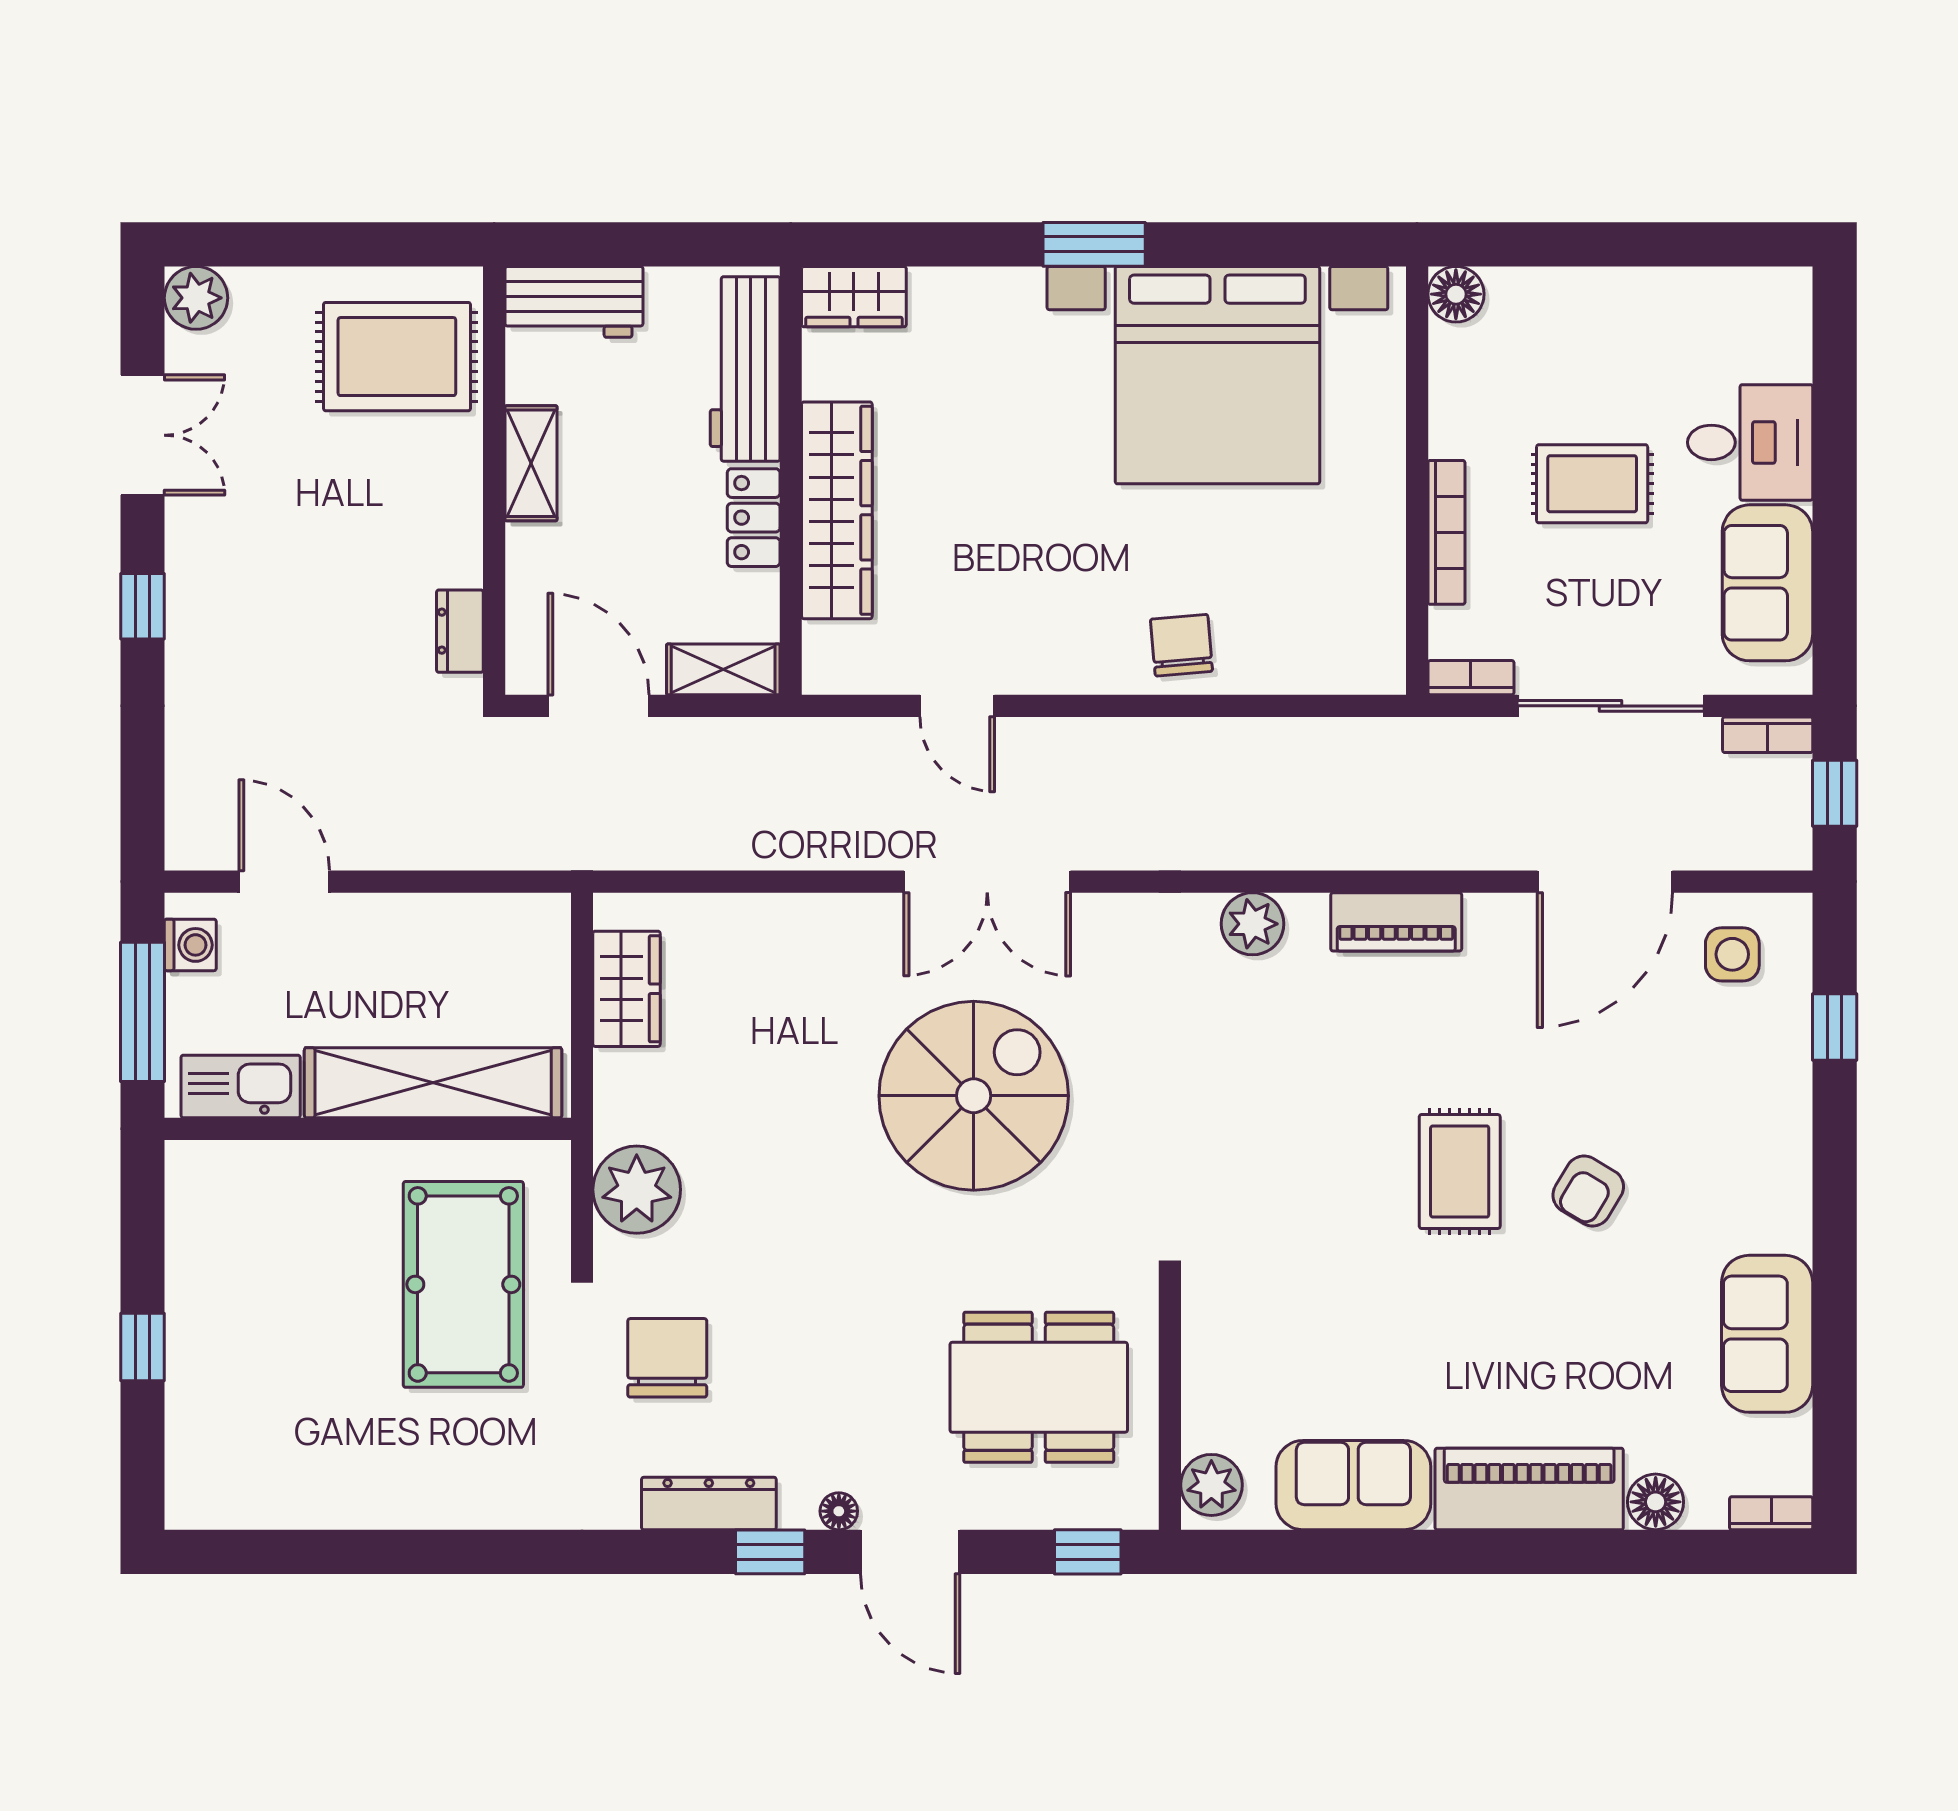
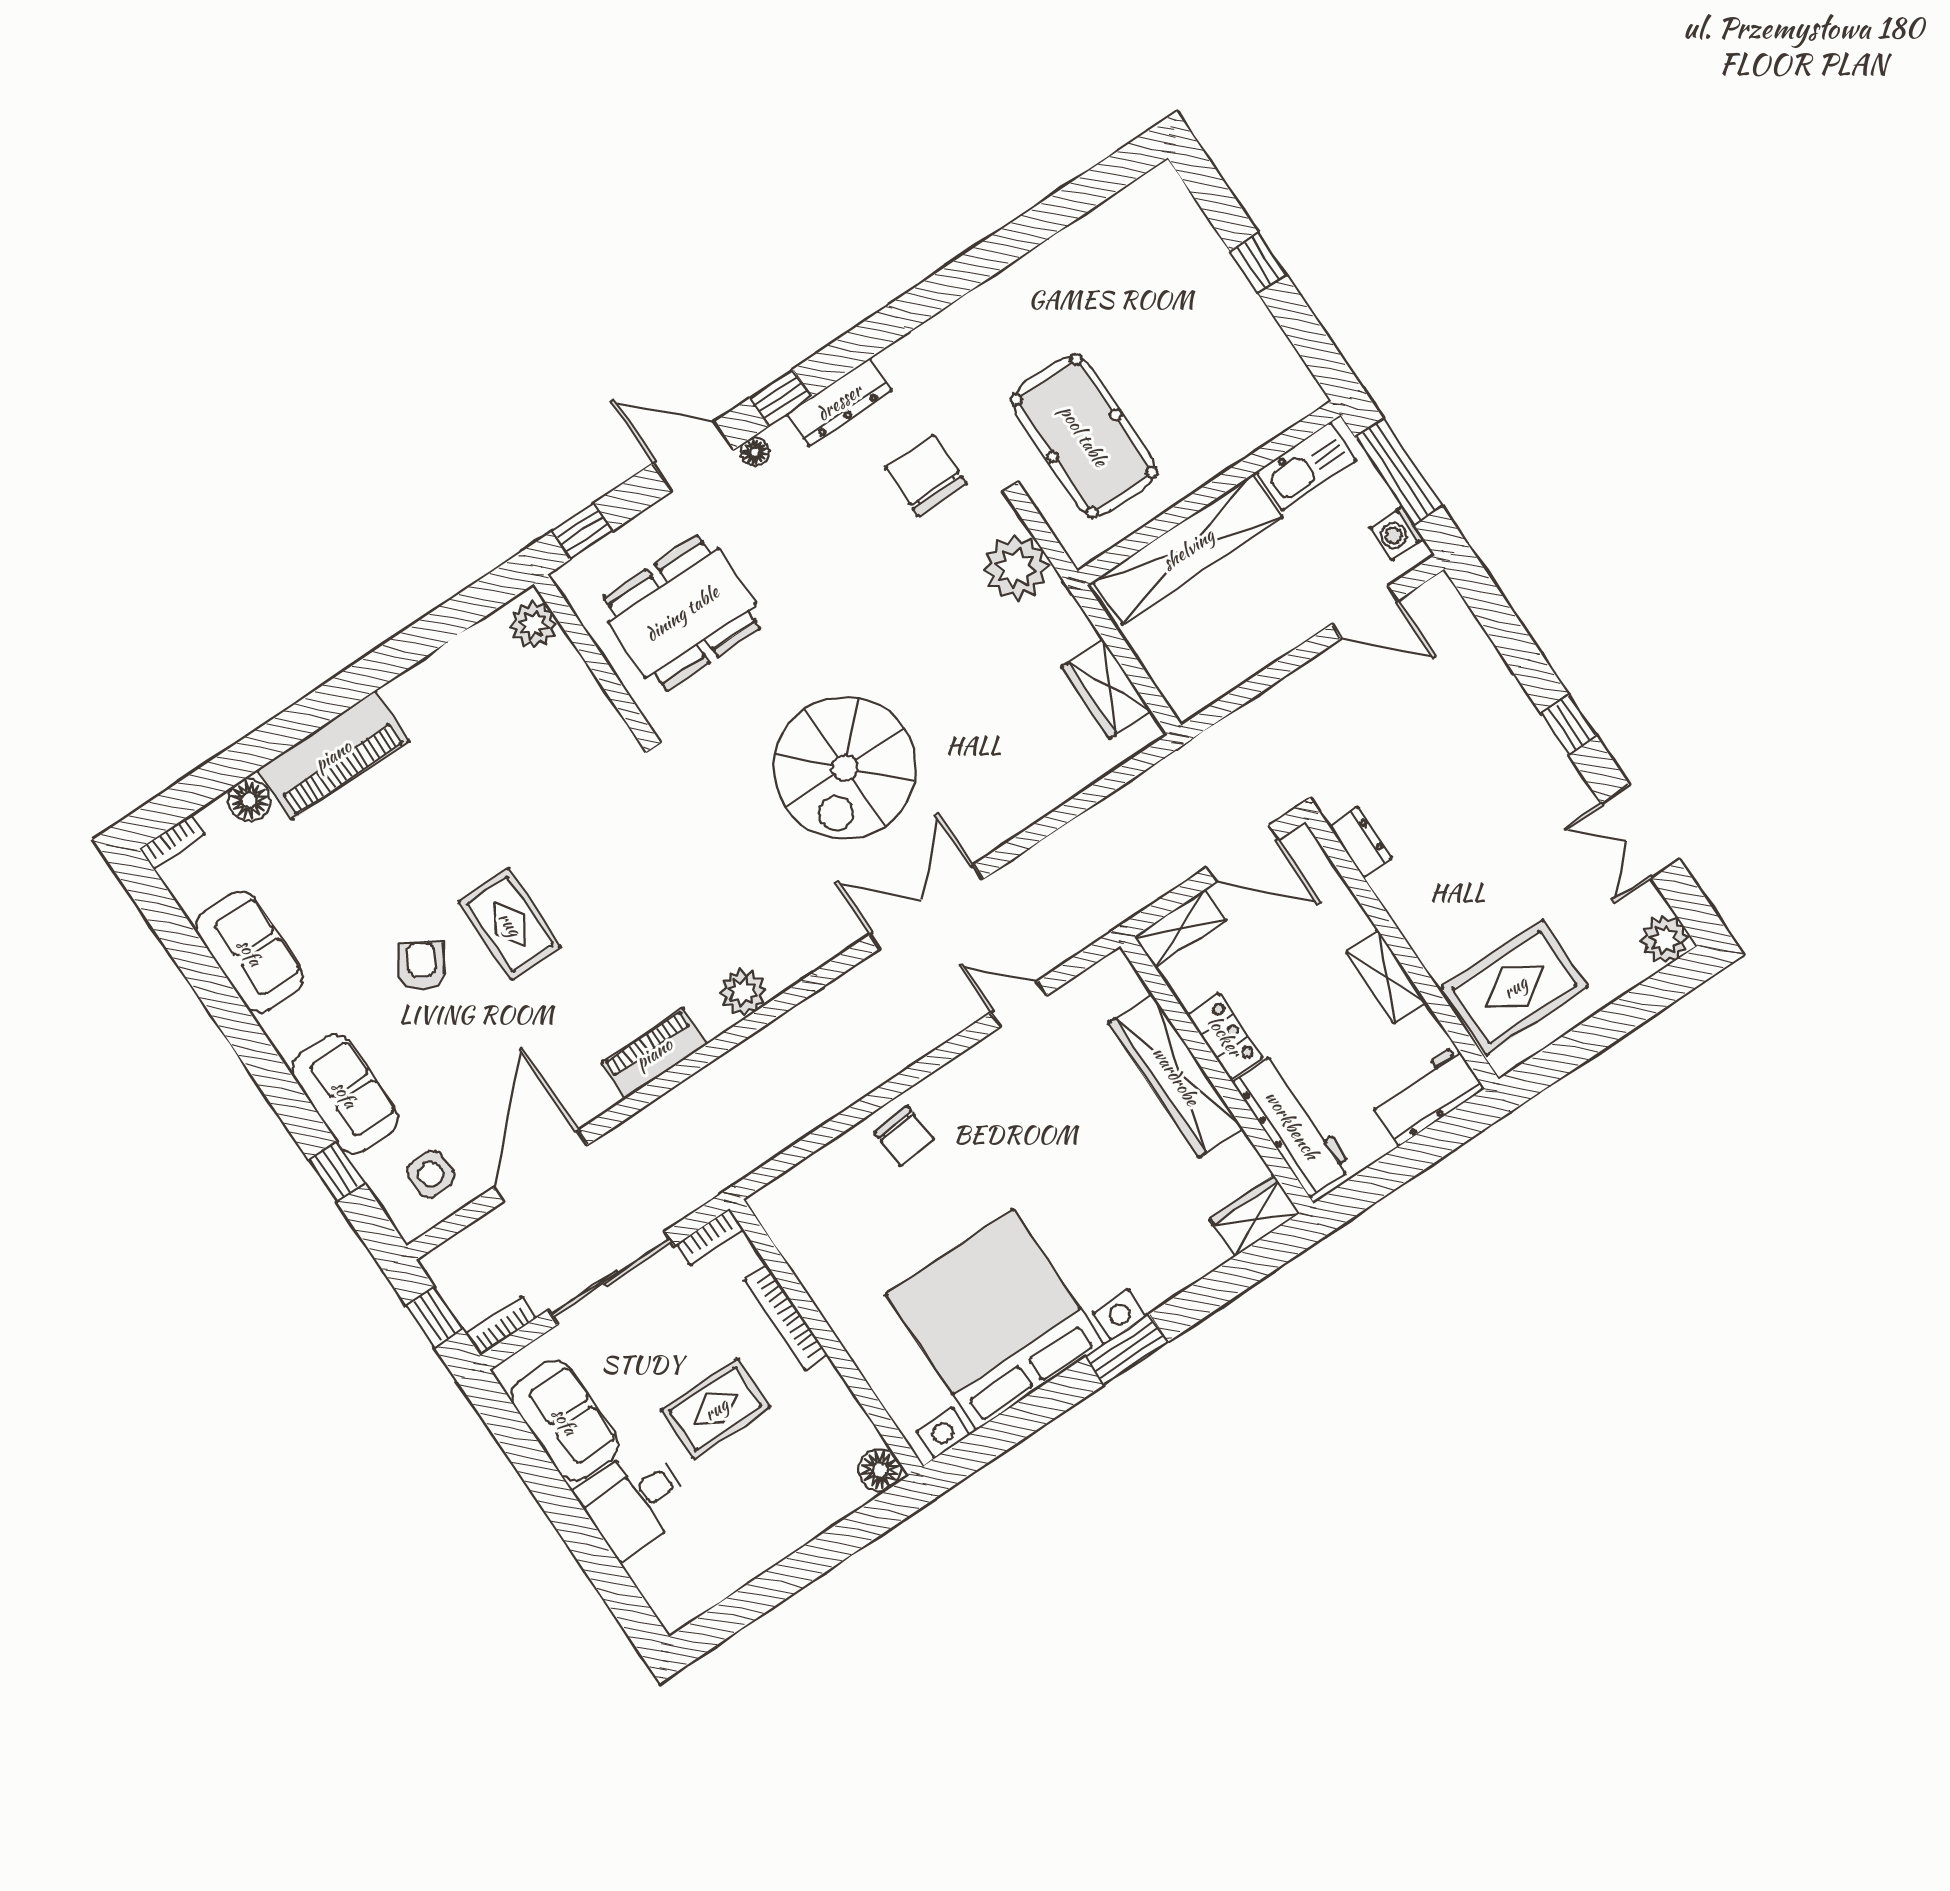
chair: (667, 1358) -> (926, 476), turned 180
sofa: (1353, 1485) -> (345, 1094), moved, turned -90

